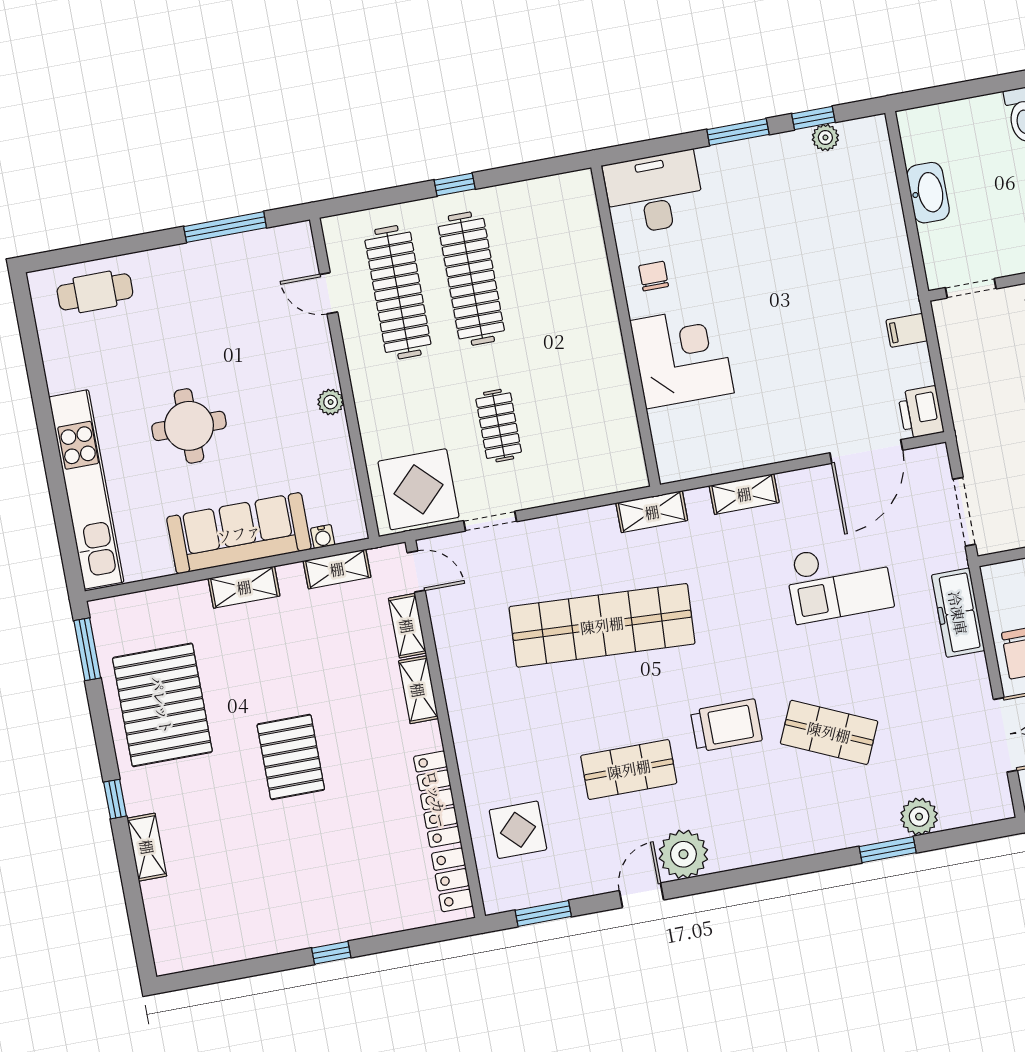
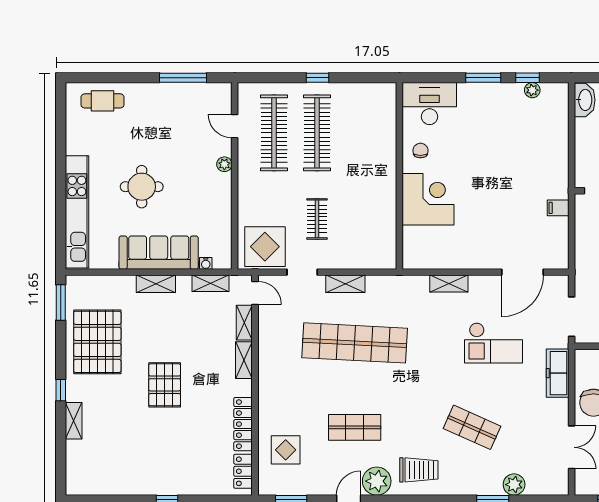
washbasin: (928, 193) -> (585, 100), moved
plant: (331, 402) -> (224, 164), moved
printer: (921, 412) -> (557, 256), removed
shelving: (652, 512) -> (345, 284), moved
trolley: (726, 726) -> (419, 470), moved

